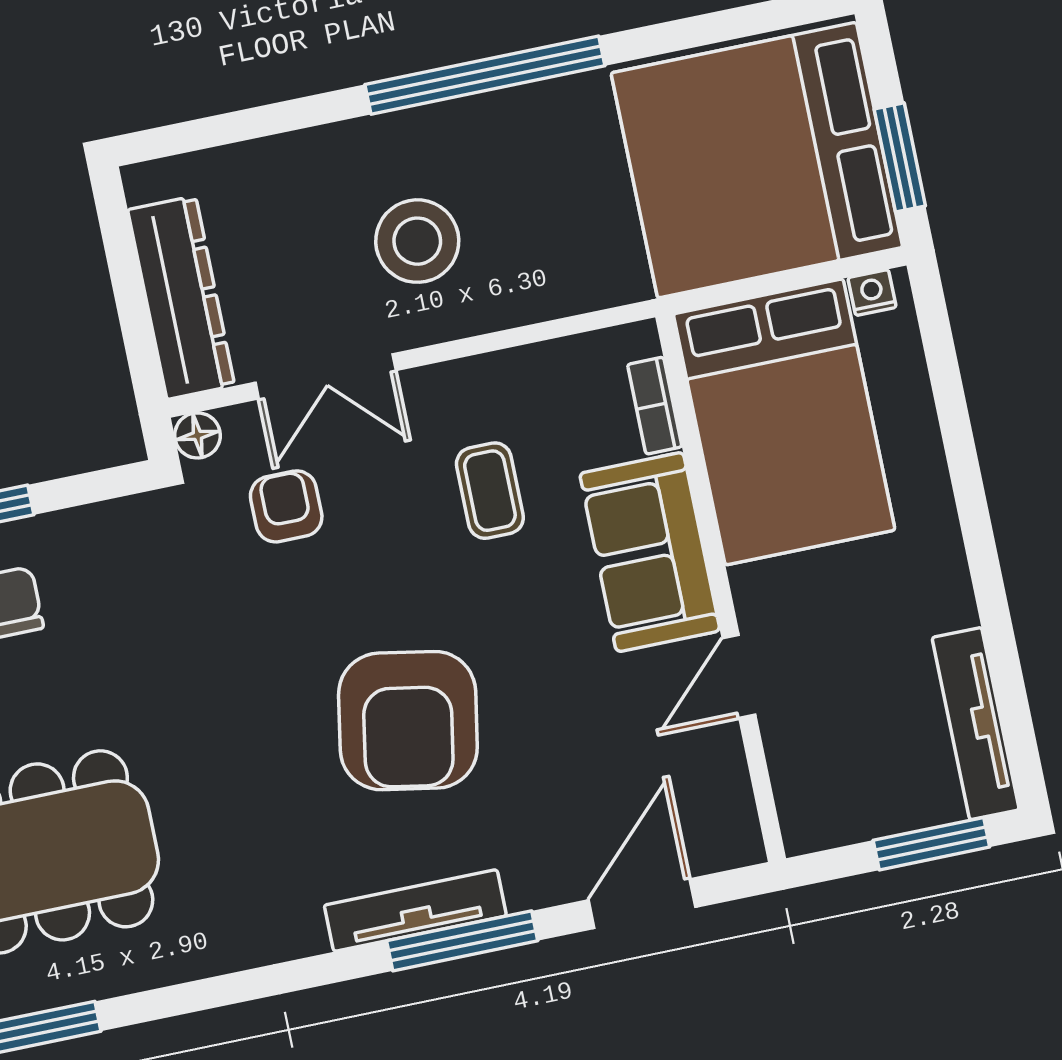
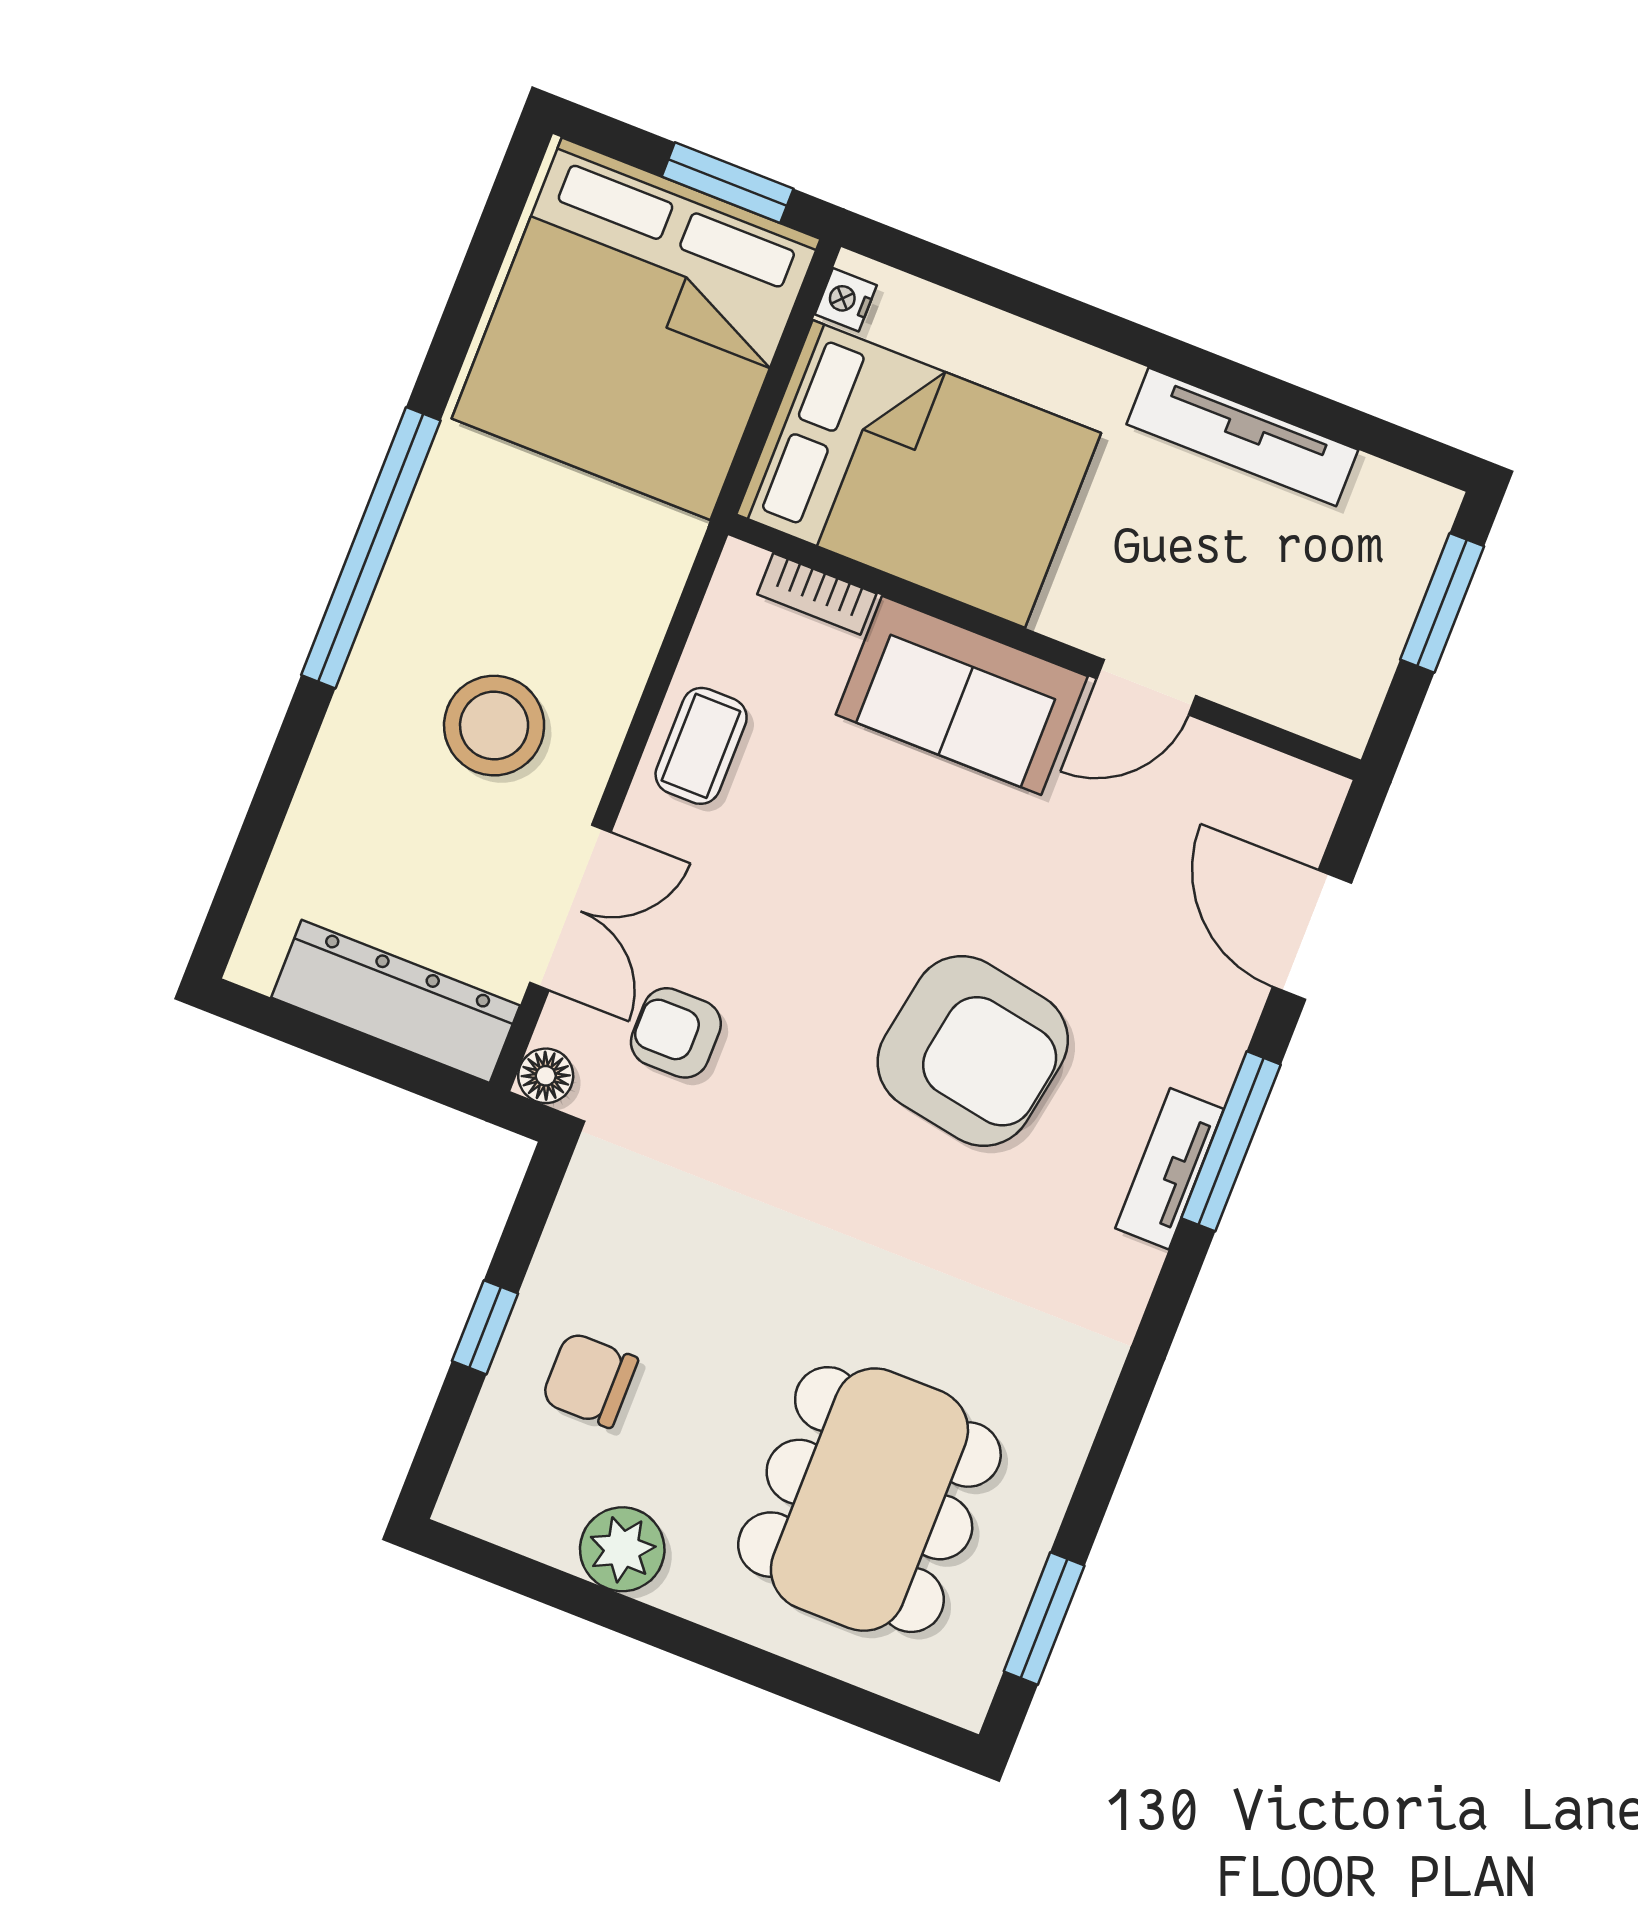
coffee table: (490, 491) -> (701, 746), moved, turned 90
door: (739, 676) -> (1146, 687), hinge flipped
tv unit: (976, 724) -> (1242, 437), moved
tv unit: (415, 911) -> (1170, 1169), width x0.71

